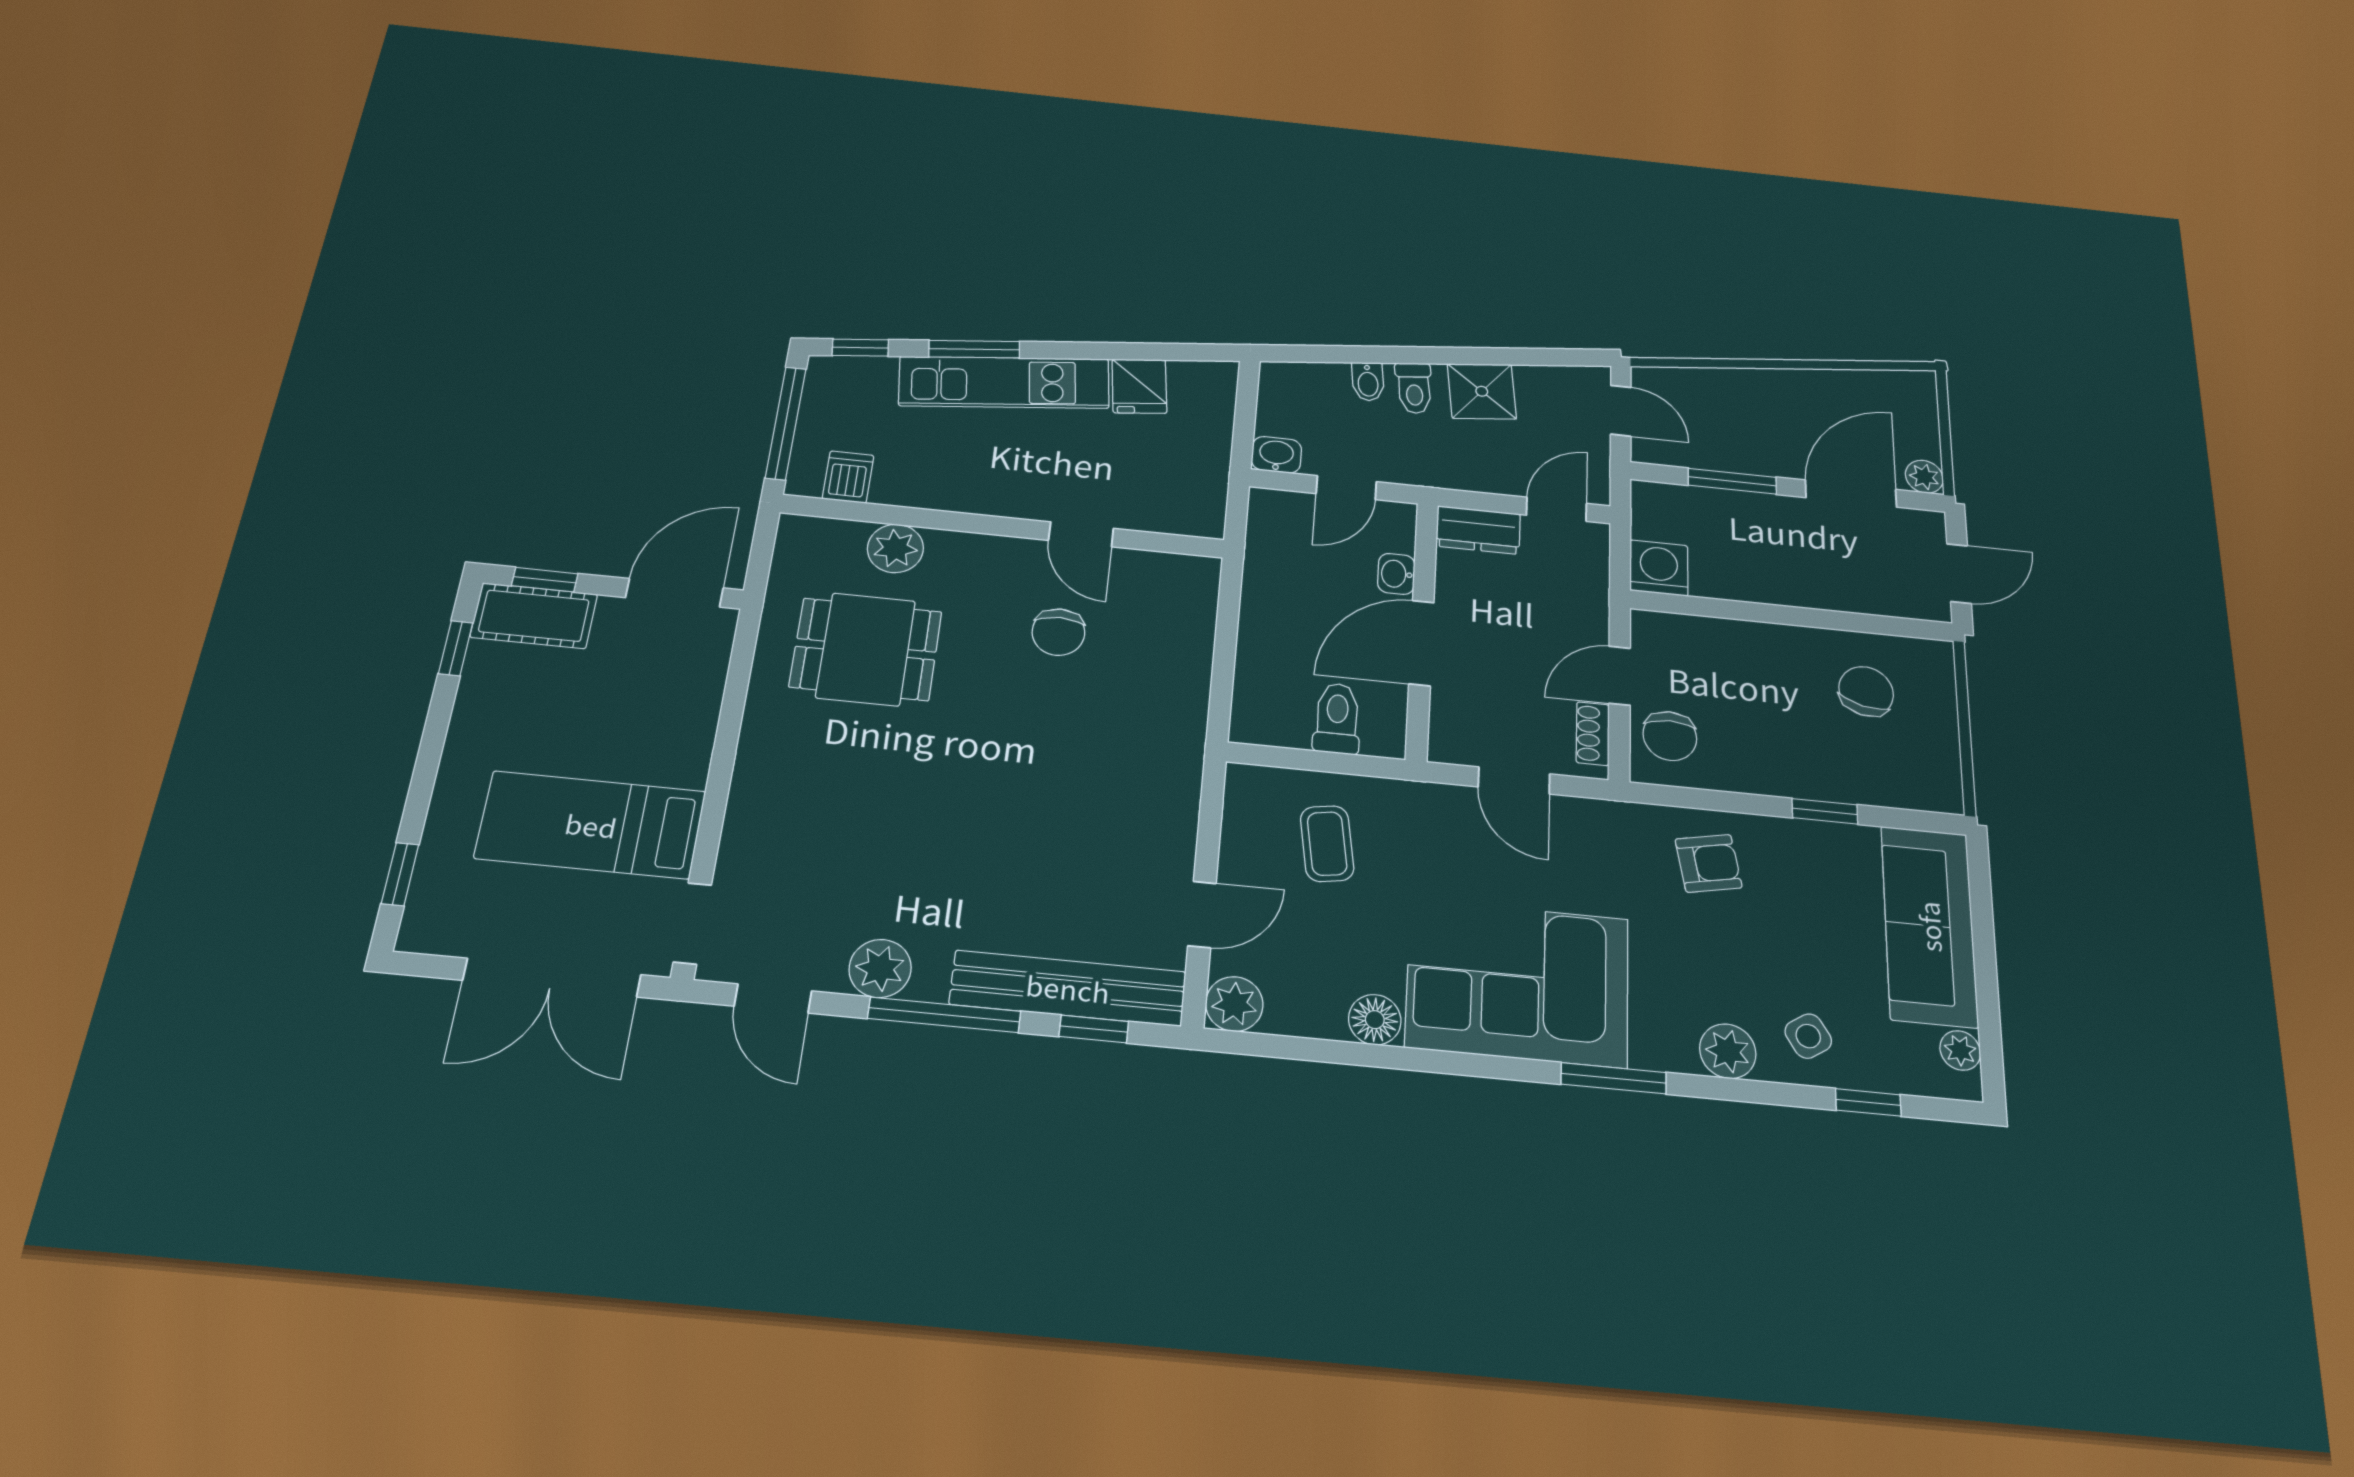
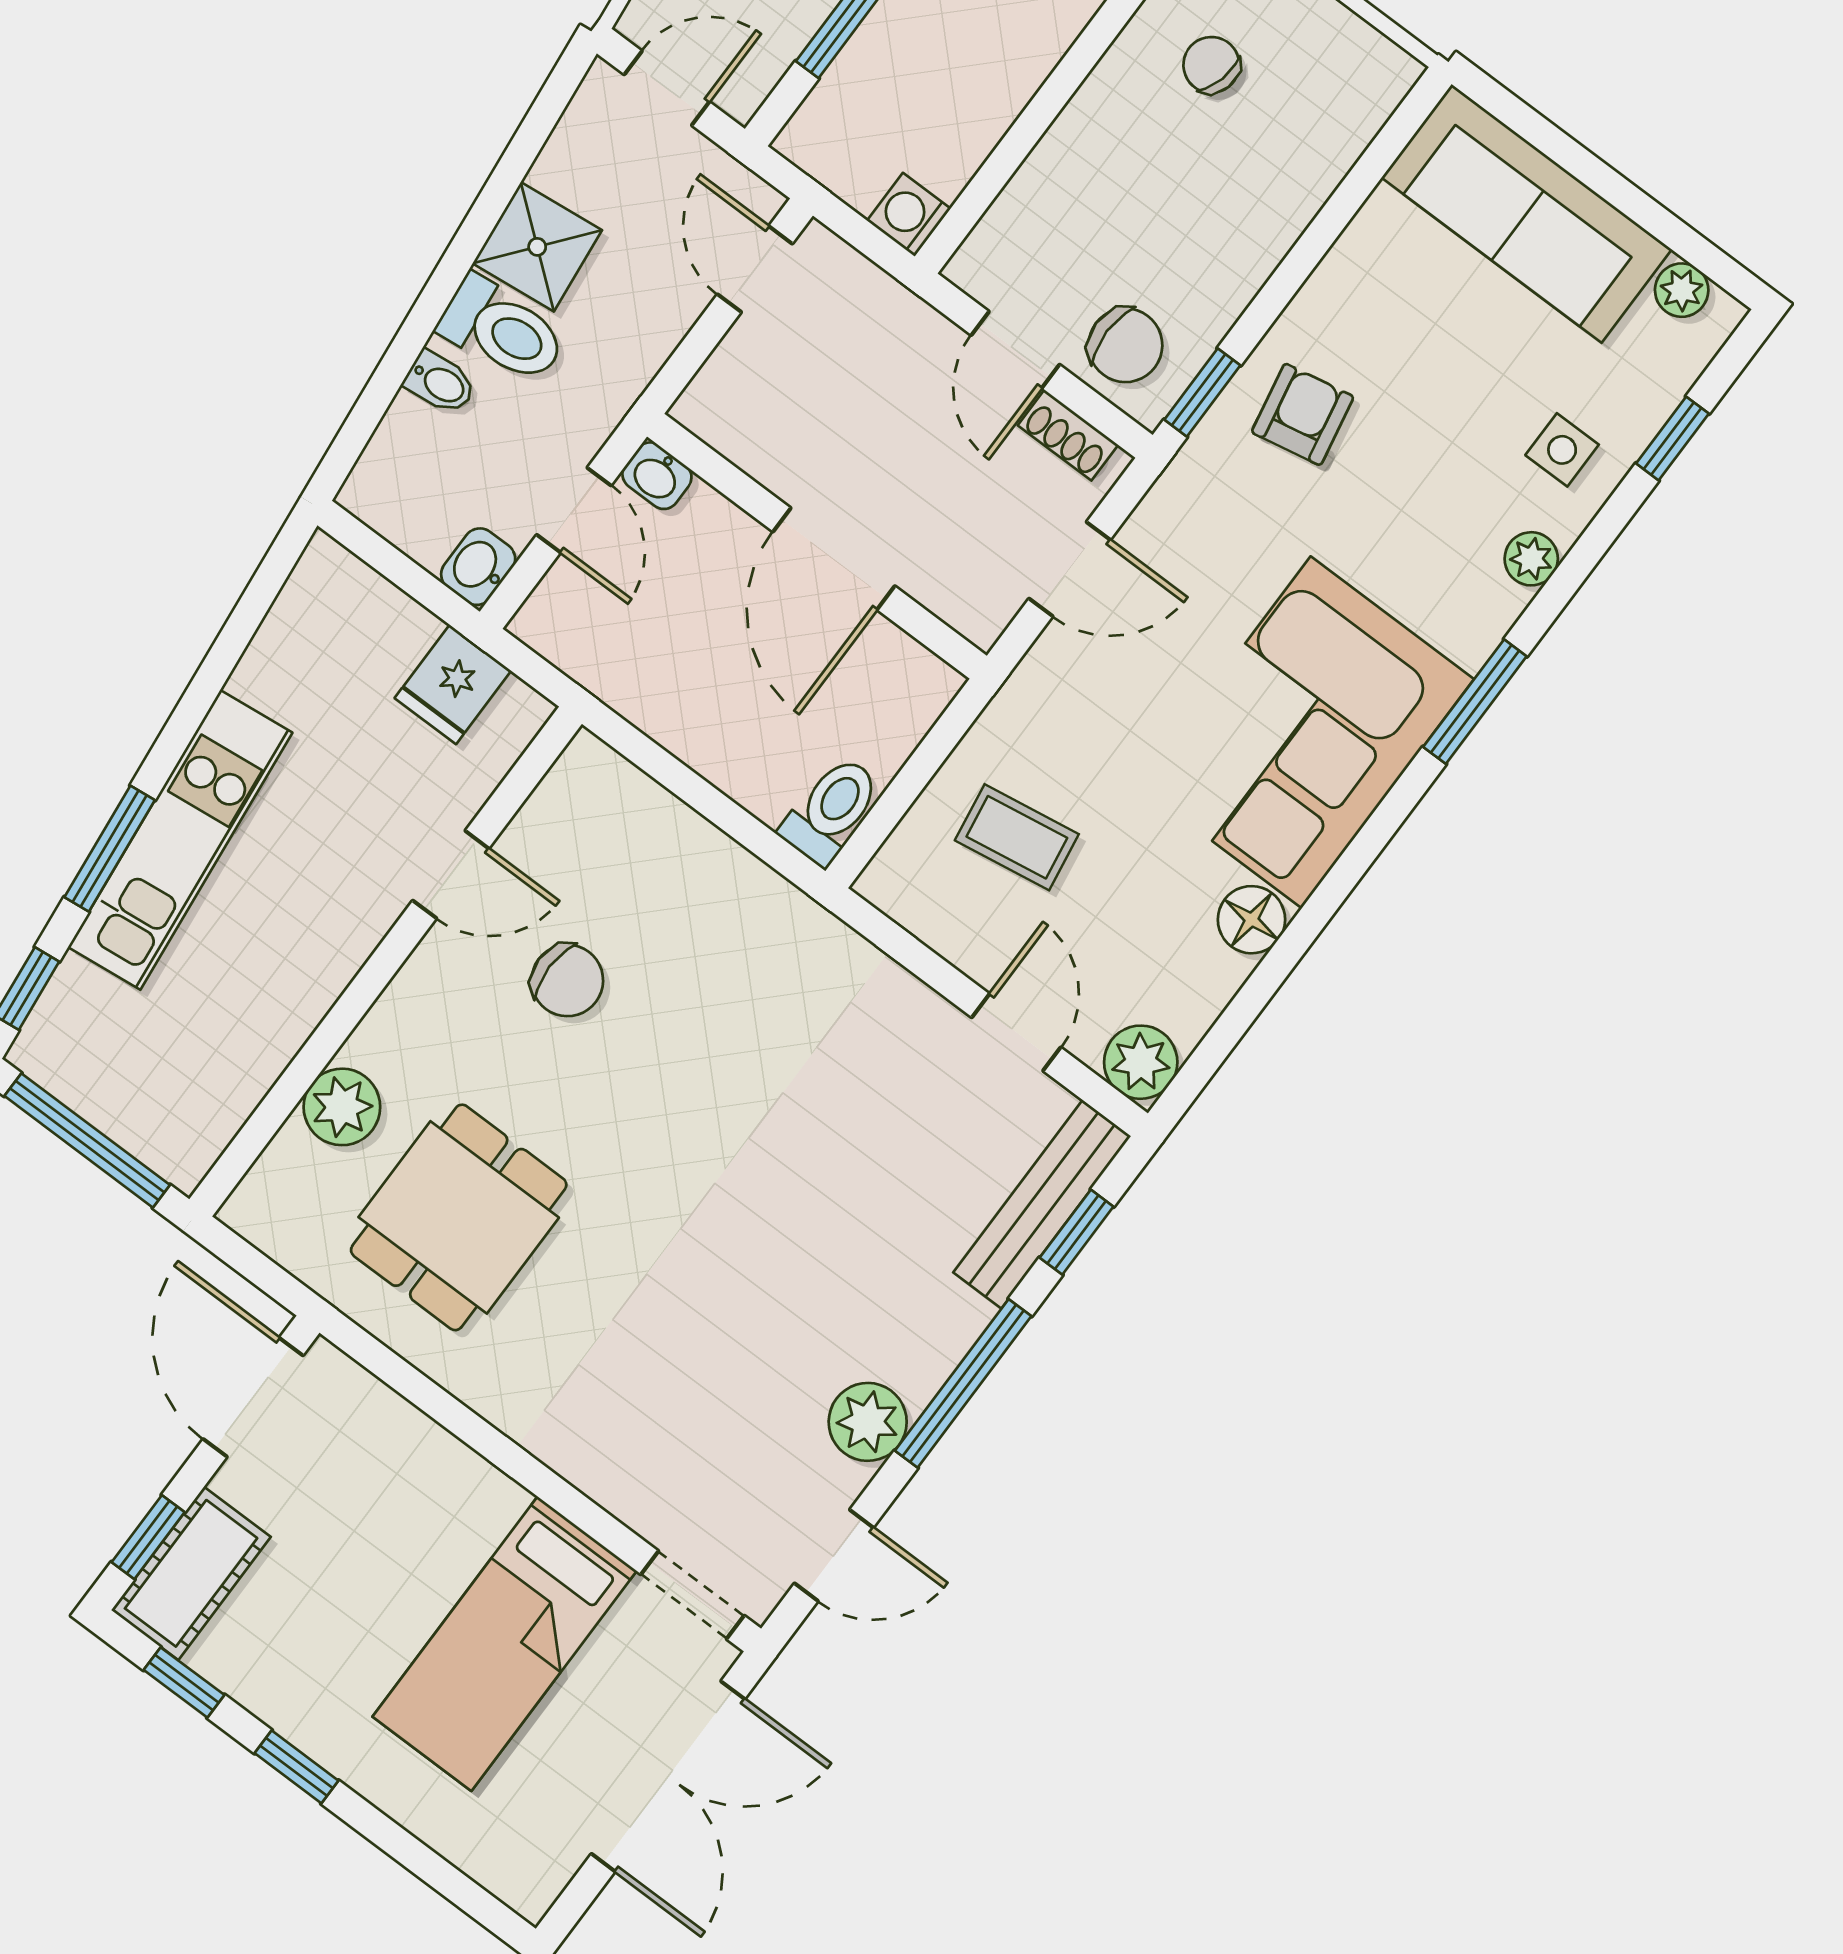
fridge: (1139, 386) -> (453, 684), moved, turned 96
toilet: (1414, 388) -> (502, 330), width x1.37, depth x1.39
dishwasher: (848, 477) -> (209, 1108), removed
dresser: (1478, 530) -> (726, 386), removed
washing machine: (1659, 568) -> (909, 215), width x0.73, depth x0.73
washbasin: (1396, 574) -> (657, 476), moved
chair: (1866, 691) -> (1211, 65), width x0.73, depth x0.73
toilet: (1337, 718) -> (831, 810), moved, turned 90
window: (1825, 811) -> (1202, 393), moved
window: (400, 874) -> (296, 1767), moved
bench: (1068, 988) -> (1042, 1204), width x0.73, depth x0.82
side table: (1808, 1036) -> (1562, 450), turned 32
plant: (1728, 1051) -> (1531, 559), width x0.73, depth x0.73

